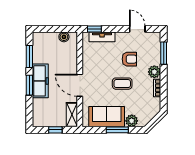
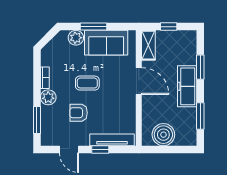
window: (94, 29) -> (100, 149), moved
boiler: (64, 37) -> (163, 135), width x1.86, depth x1.86
tv unit: (102, 37) -> (112, 140), width x1.41
window: (29, 85) -> (200, 67), moved

